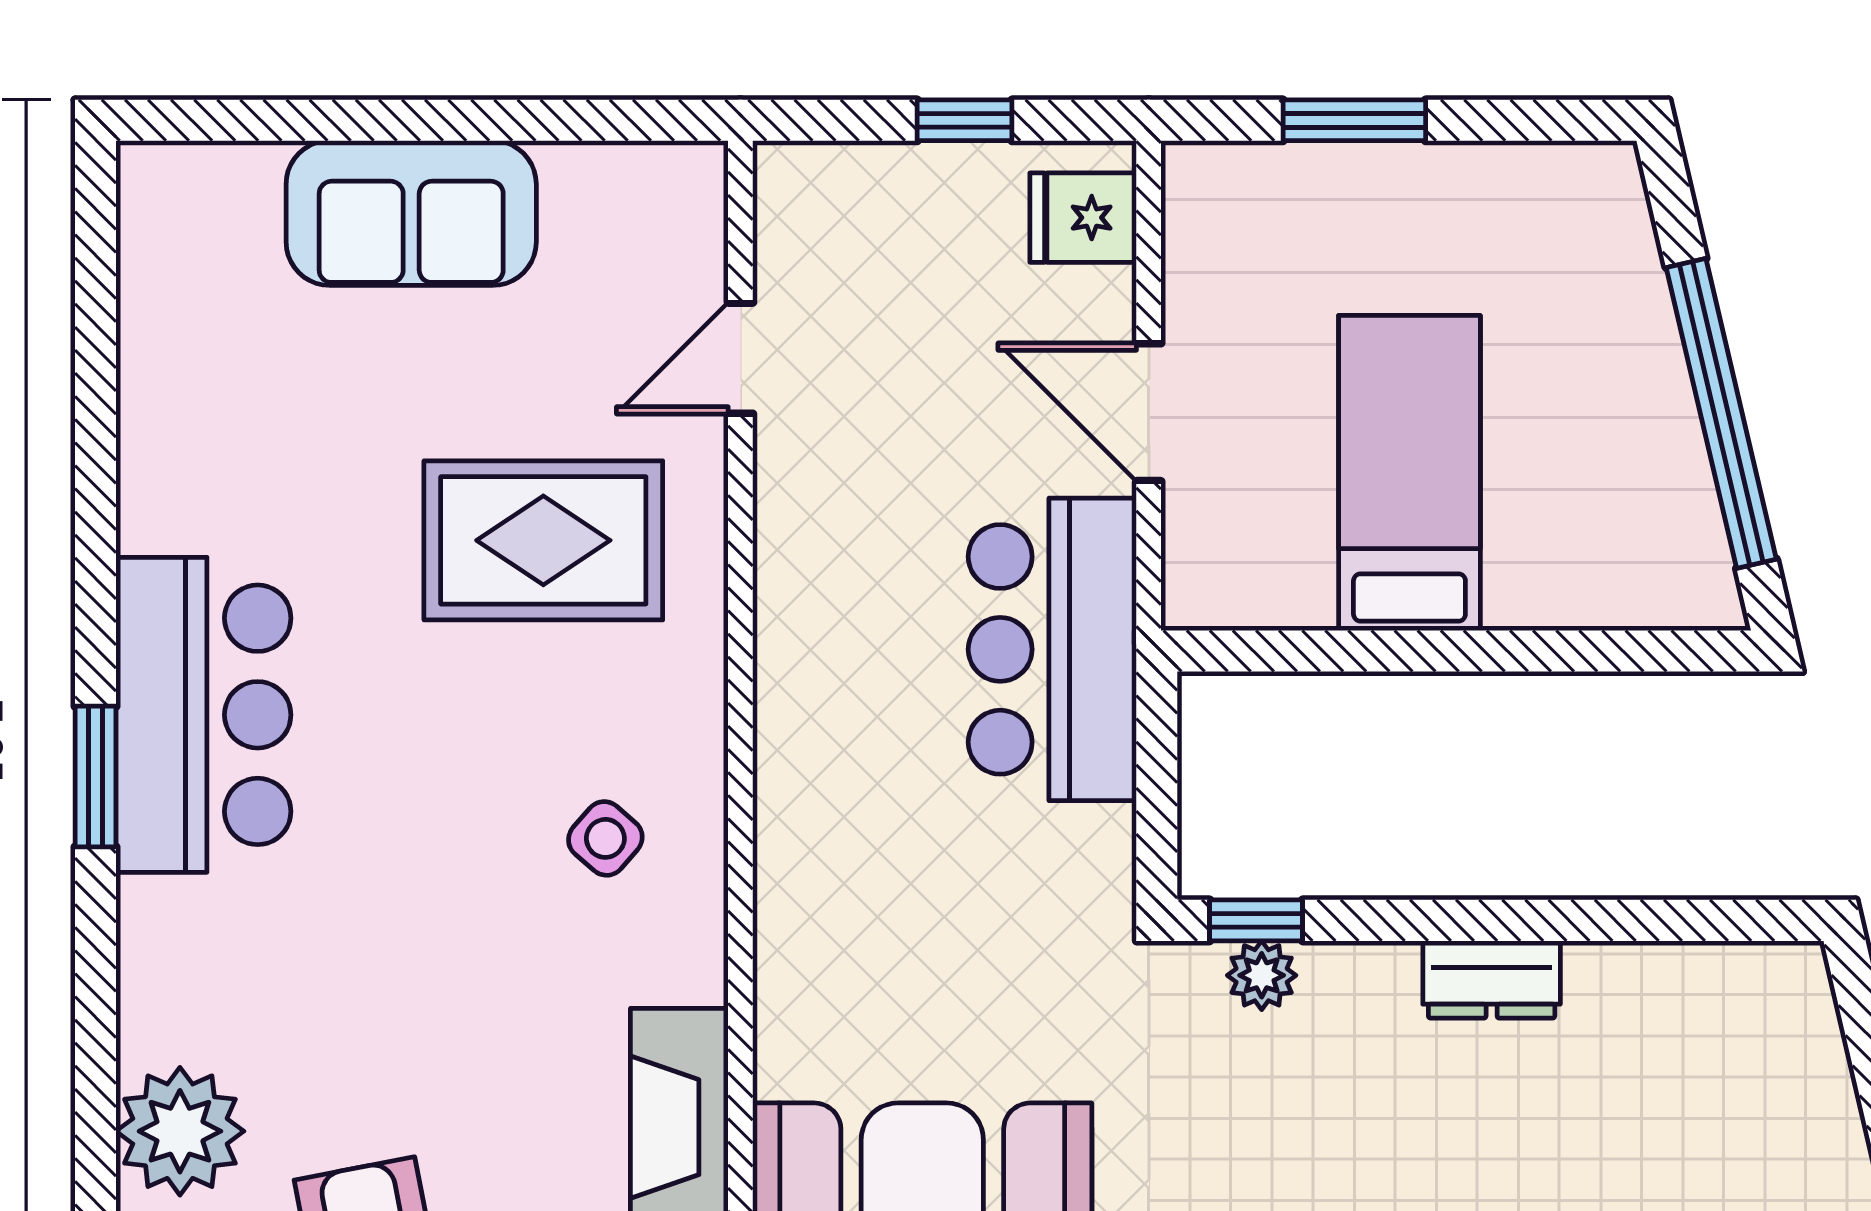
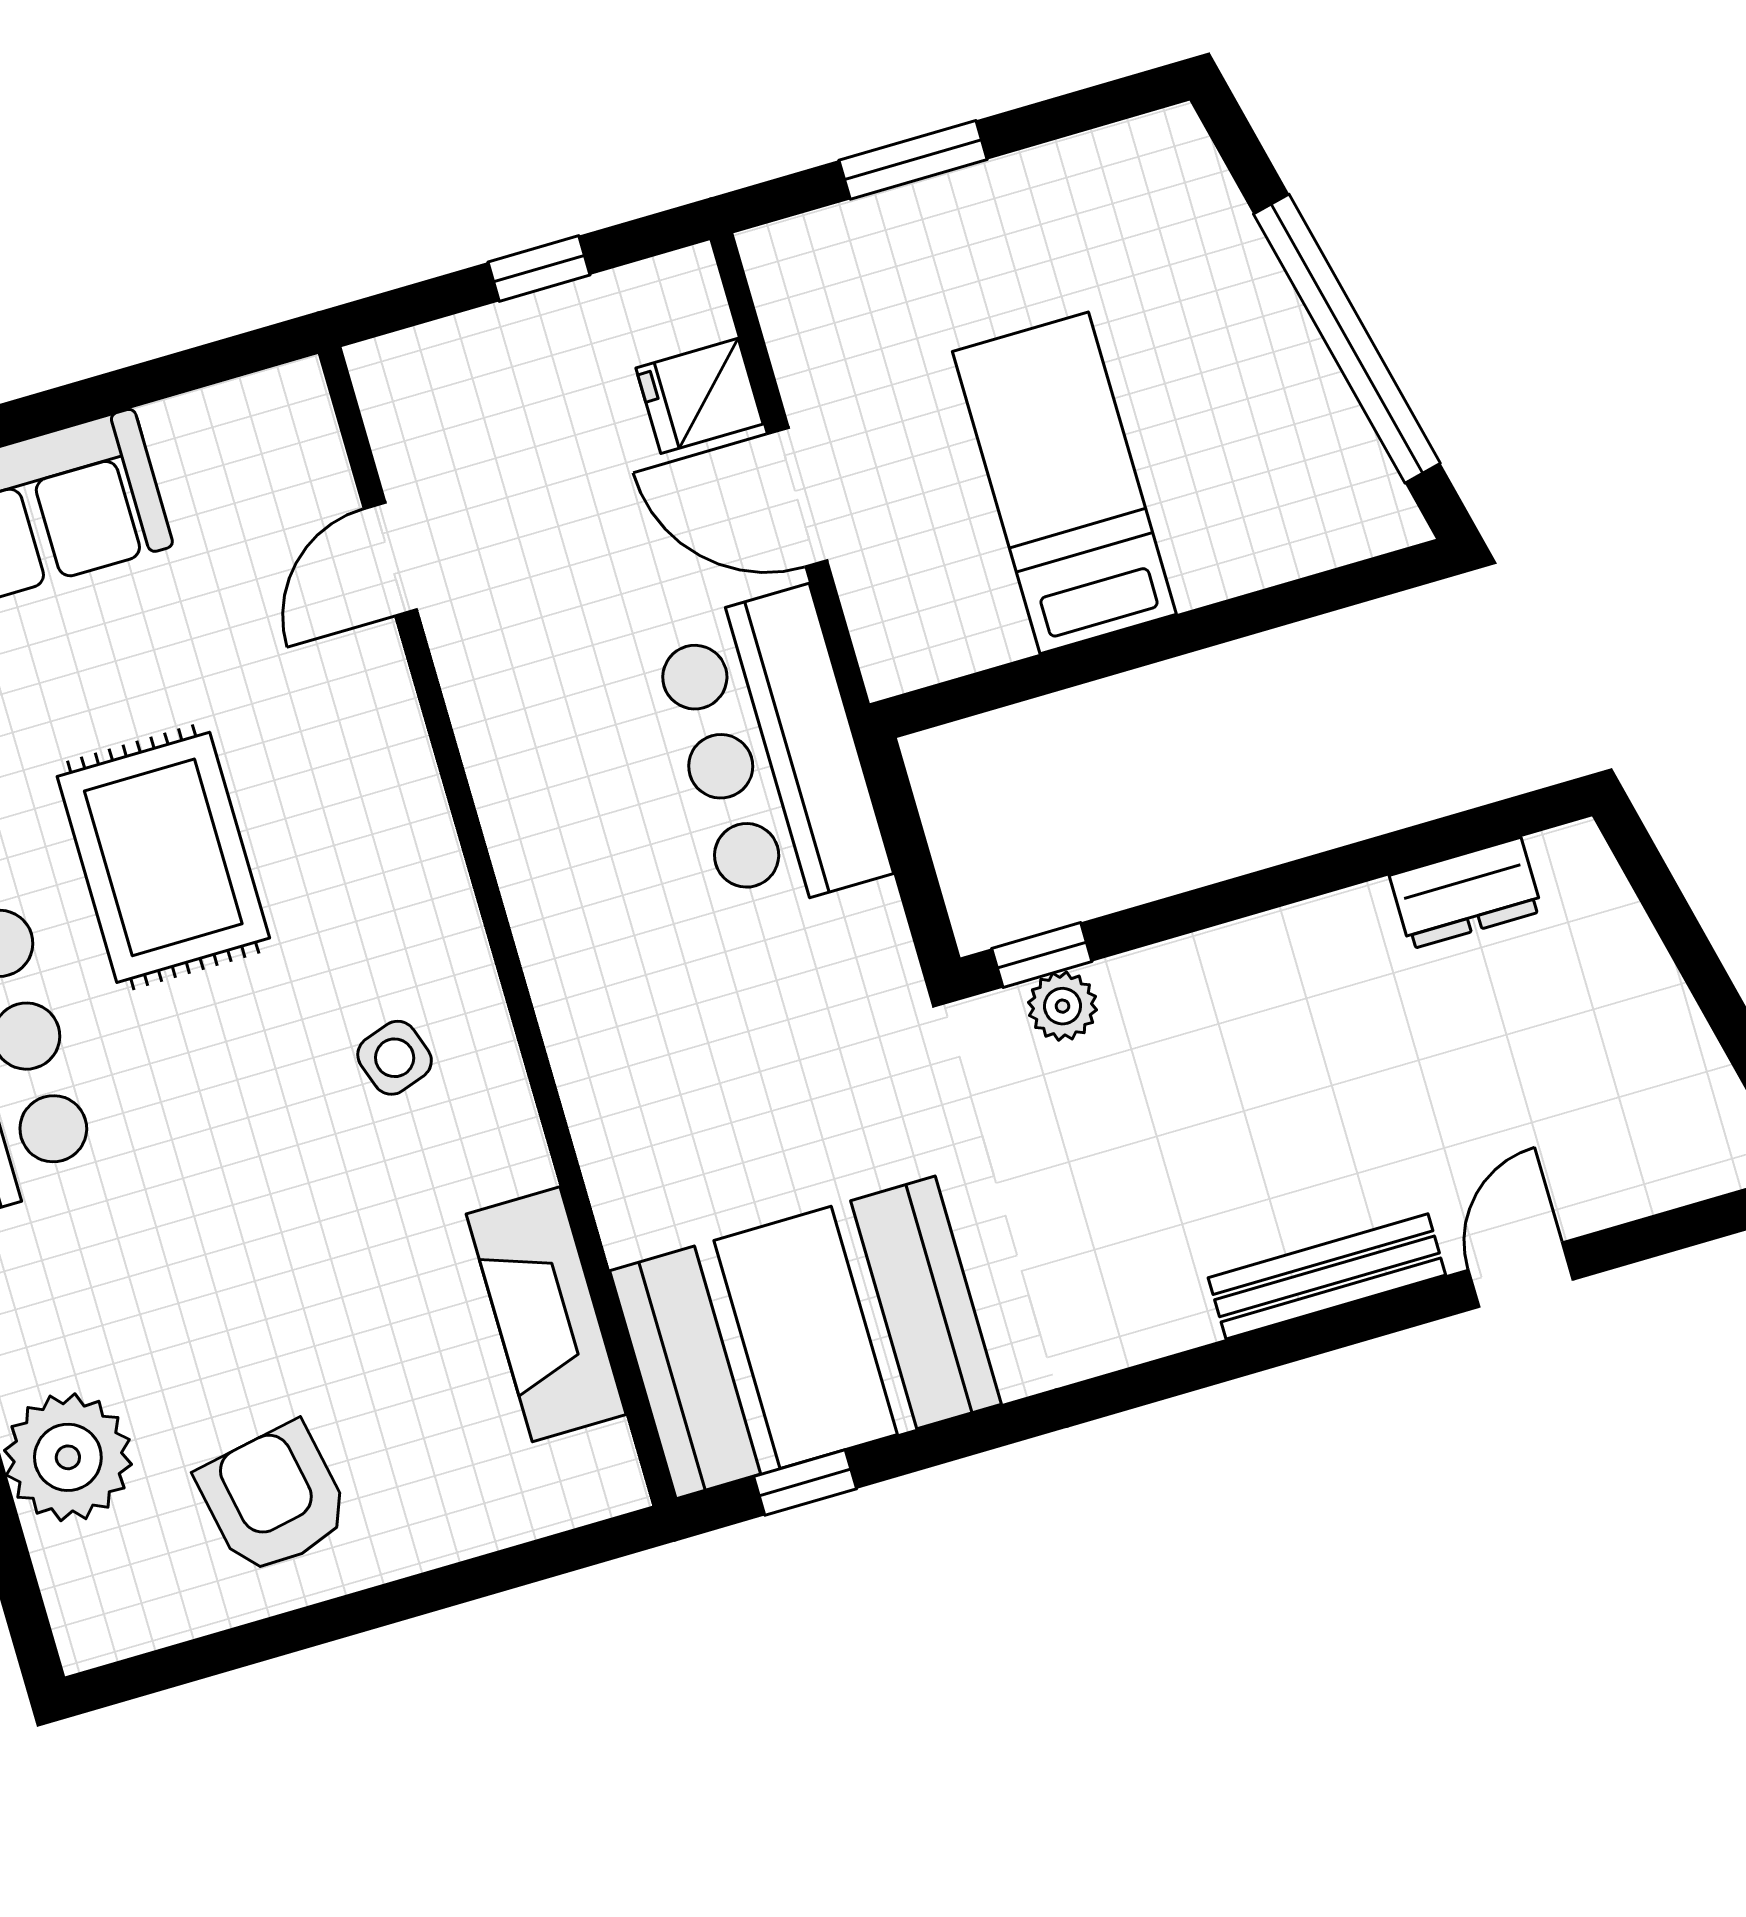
fridge: (1083, 218) -> (699, 396), moved
rug: (543, 540) -> (163, 857), moved, turned 90
side table: (605, 838) -> (395, 1058), turned 30
dresser: (1492, 979) -> (1466, 893), moved

